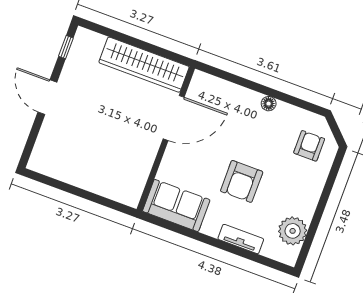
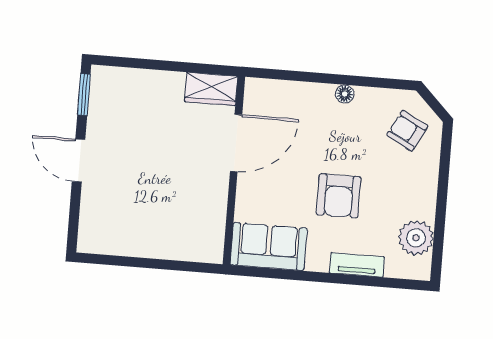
window: (66, 47) -> (84, 95), width x1.50
wardrobe: (144, 65) -> (211, 89), width x0.48, depth x0.85
armchair: (309, 146) -> (407, 131), turned -62

